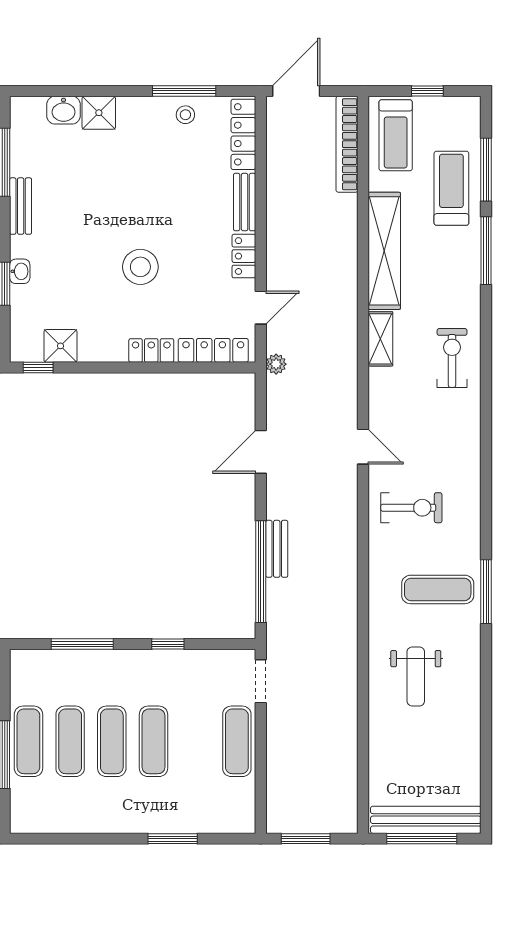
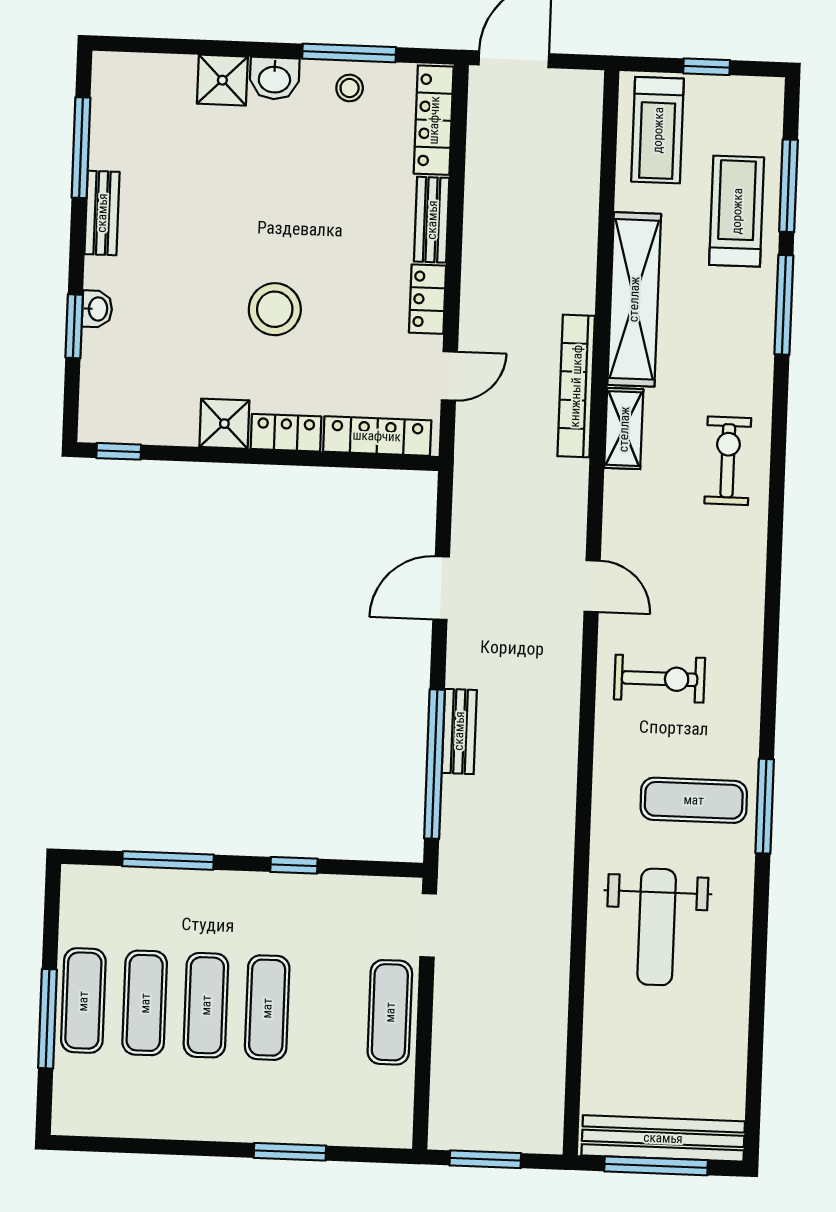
washbasin: (64, 110) -> (274, 78), moved
bookcase: (347, 144) -> (576, 386), moved
shower: (60, 346) -> (224, 424), moved
plant: (276, 364) -> (469, 460), removed
weight bench: (416, 676) -> (657, 927), width x1.36, depth x1.33

